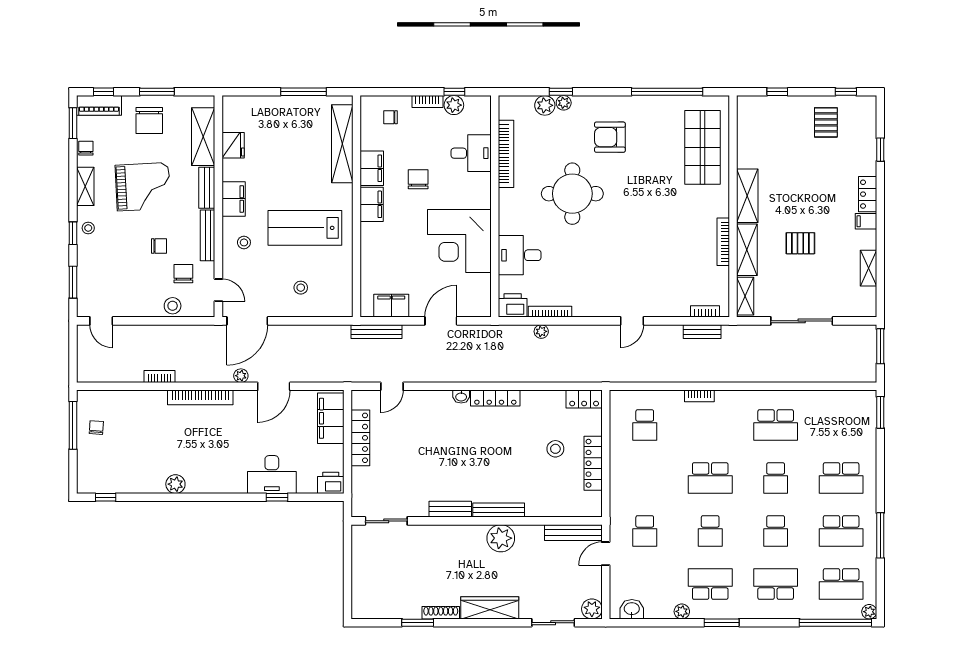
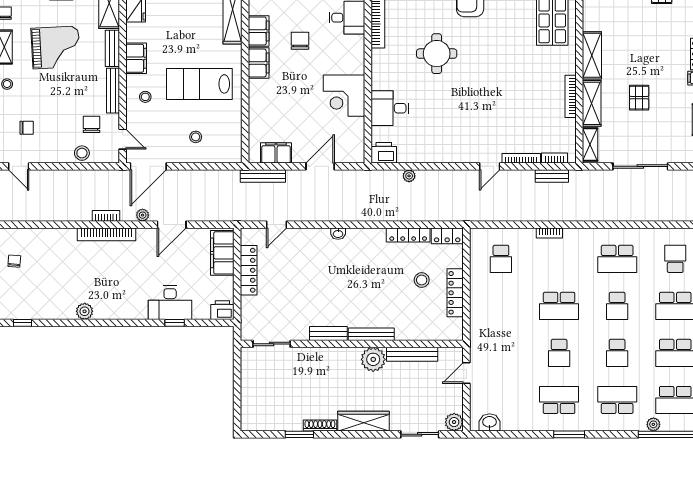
round table: (572, 194) -> (437, 54), width x0.73, depth x0.73
corner desk: (459, 241) -> (344, 96), width x0.74, depth x0.74
pallet: (800, 243) -> (639, 98), turned 90
chair: (159, 246) -> (27, 128), moved
bookcase: (550, 312) -> (521, 158), moved
bookcase: (159, 377) -> (106, 216), moved
locker: (495, 398) -> (408, 235), moved
school desk: (645, 531) -> (675, 259), moved, turned 180
bench: (573, 533) -> (412, 354), moved
plant: (682, 611) -> (653, 424), moved

